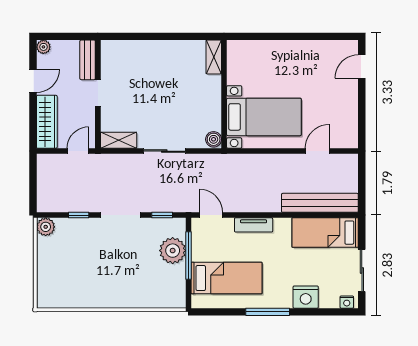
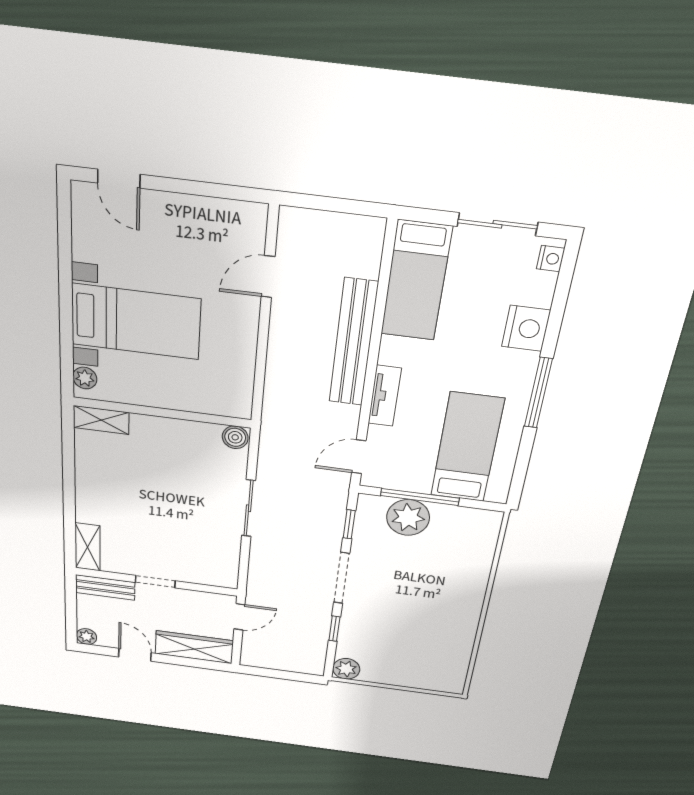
plant: (241, 47) -> (85, 378), added
bed with nightstands: (264, 117) -> (136, 322), moved, turned 90
shelving: (119, 140) -> (88, 547), moved
door: (78, 151) -> (239, 617), swing flipped
door: (317, 151) -> (268, 277), hinge flipped
bench: (320, 203) -> (353, 343), moved

